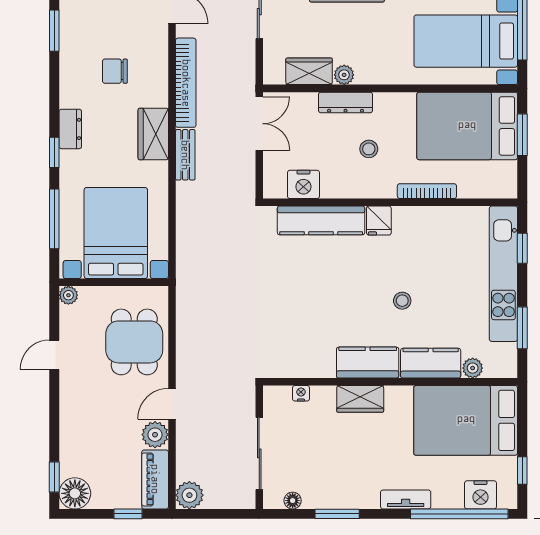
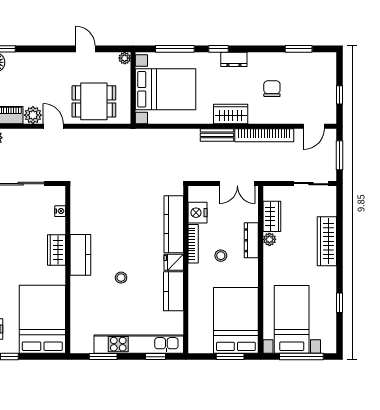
bookcase: (427, 191) -> (193, 244), moved
kitchen counter: (431, 363) -> (173, 291), moved, turned 180
plant: (473, 368) -> (77, 324), removed

